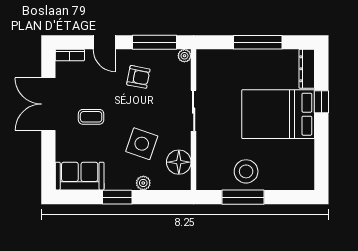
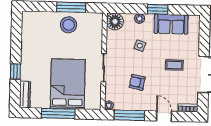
armchair: (138, 77) -> (137, 82), moved
bed: (278, 114) -> (68, 84), moved, turned -90
side table: (142, 144) -> (140, 46), width x0.54, depth x0.54
floor lamp: (179, 162) -> (115, 21), moved
sofa: (80, 176) -> (171, 24), moved

